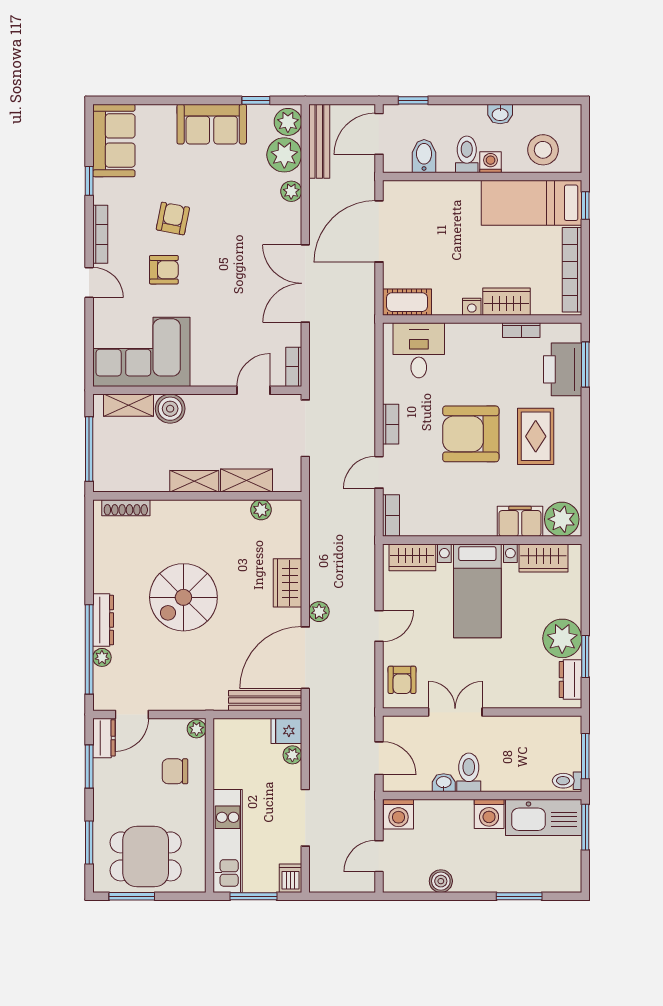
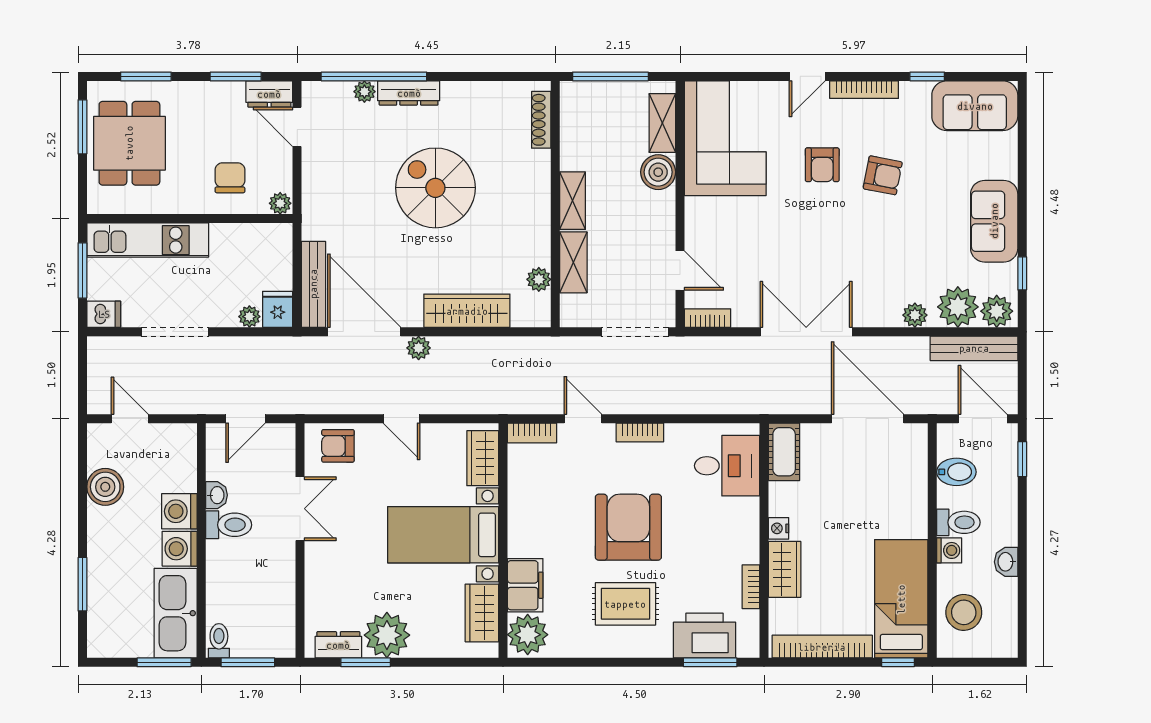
wardrobe: (287, 583) -> (467, 311), width x1.50
washing machine: (399, 814) -> (179, 511), moved
boiler: (441, 881) -> (105, 487), width x1.36, depth x1.36

